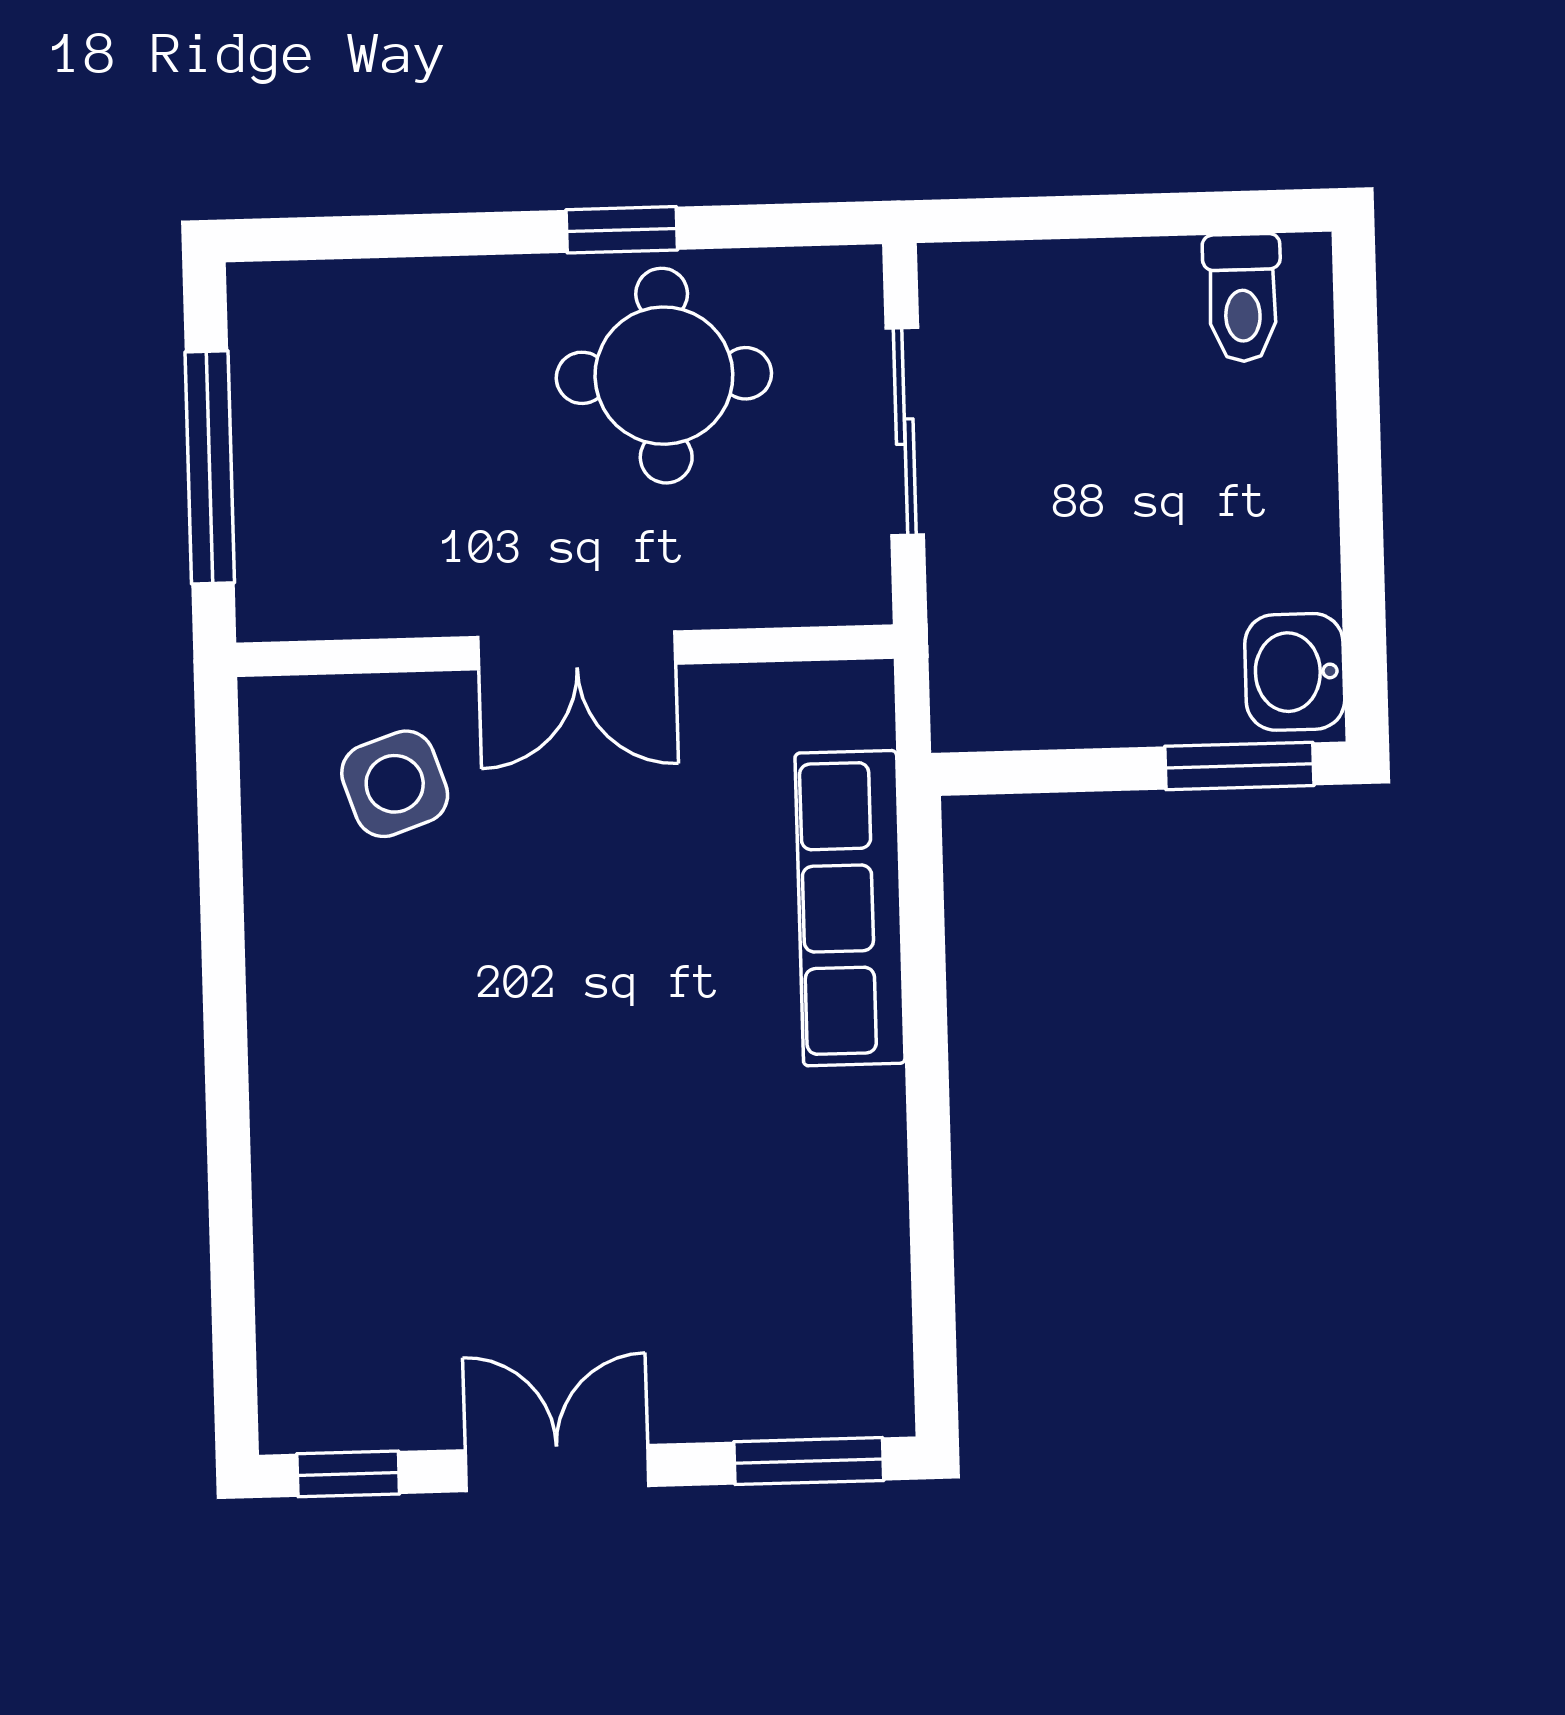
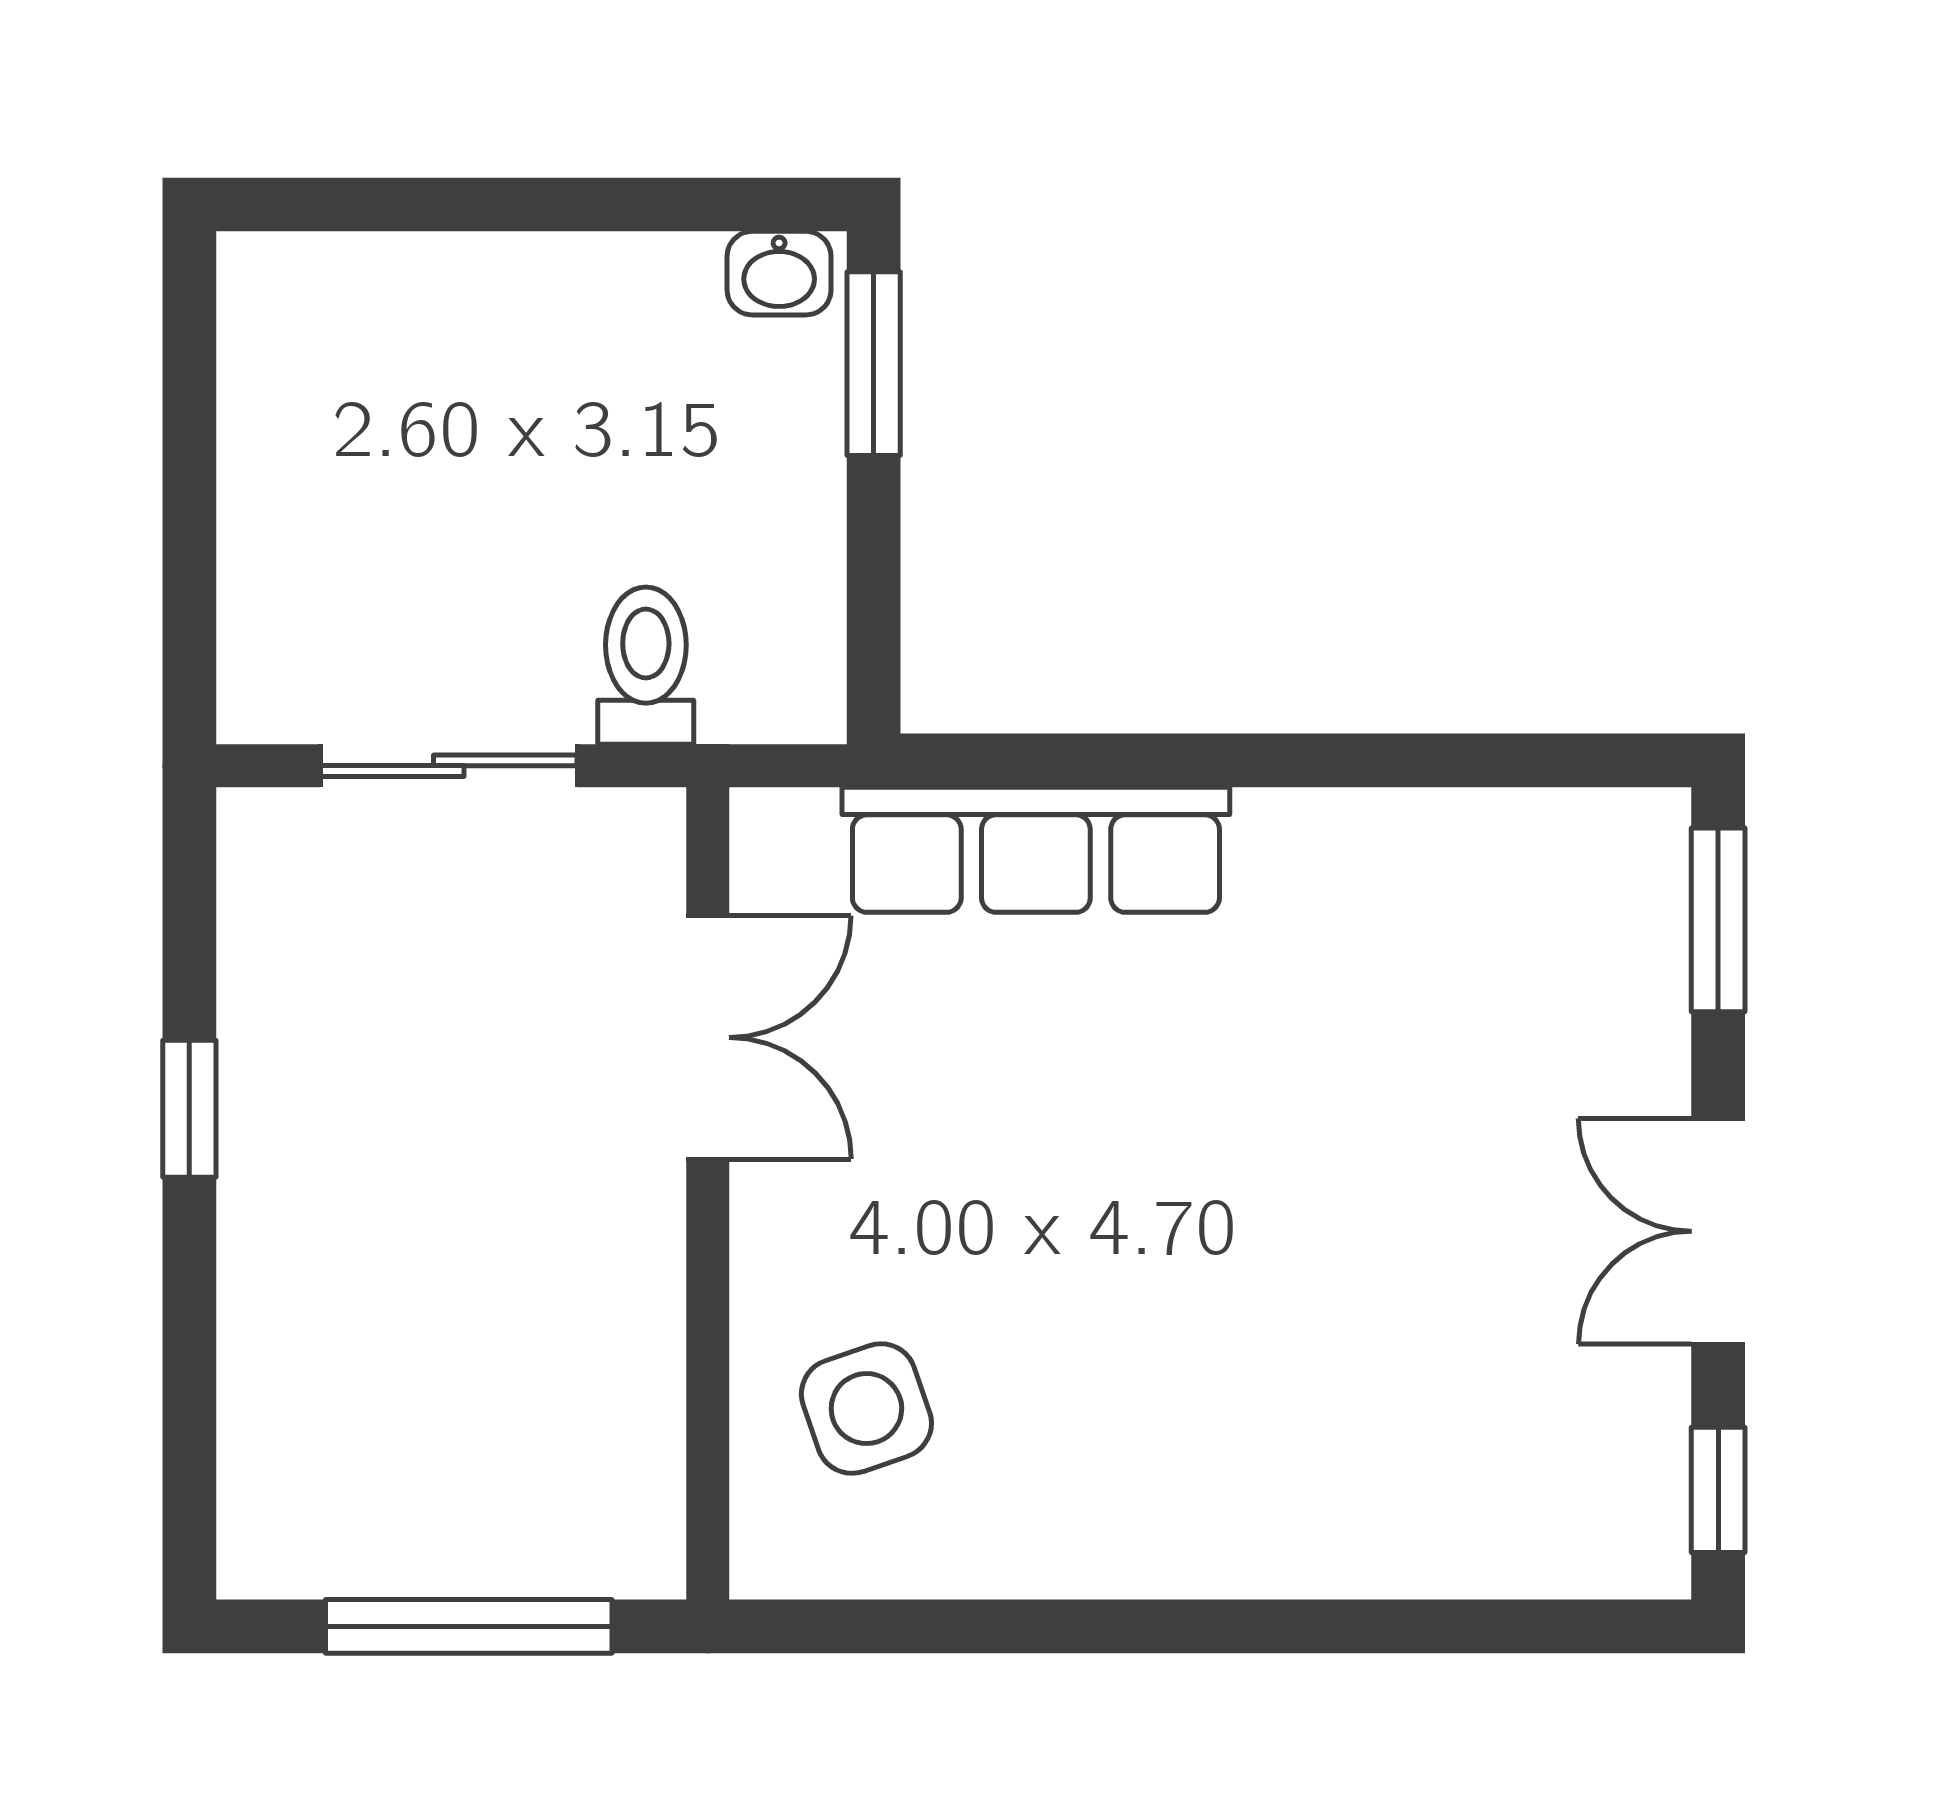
toilet: (1242, 298) -> (646, 666), moved, turned -90
round table: (664, 376) -> (371, 1062), removed
double door: (577, 650) -> (708, 1037), moved
washbasin: (1295, 672) -> (779, 273), width x0.72, depth x0.69

